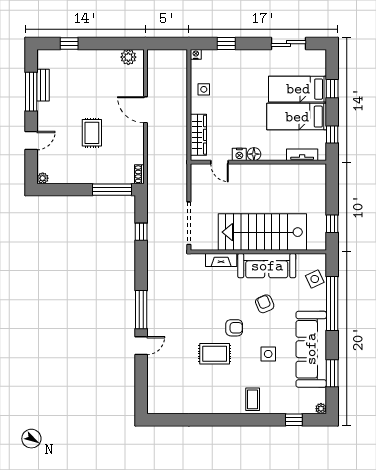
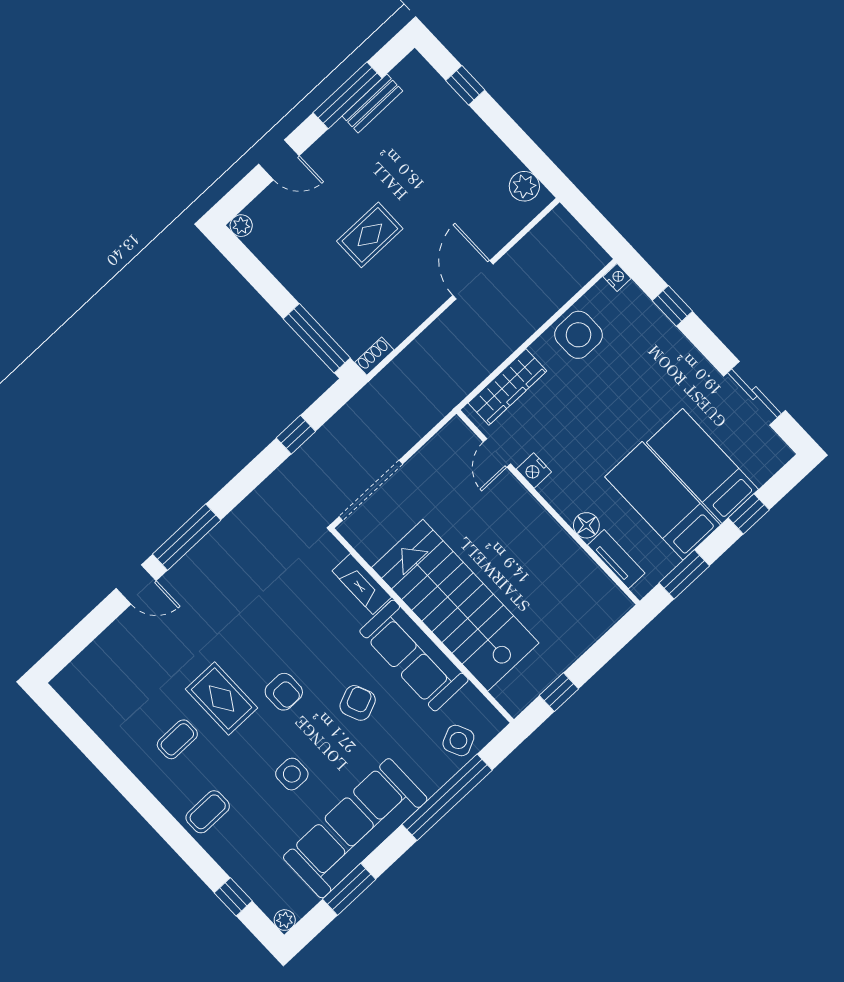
side table: (204, 89) -> (578, 335), width x1.87, depth x1.87
window: (332, 134) -> (684, 574), width x1.50
floor lamp: (254, 154) -> (586, 525), moved
coffee table: (214, 385) -> (177, 739), added

